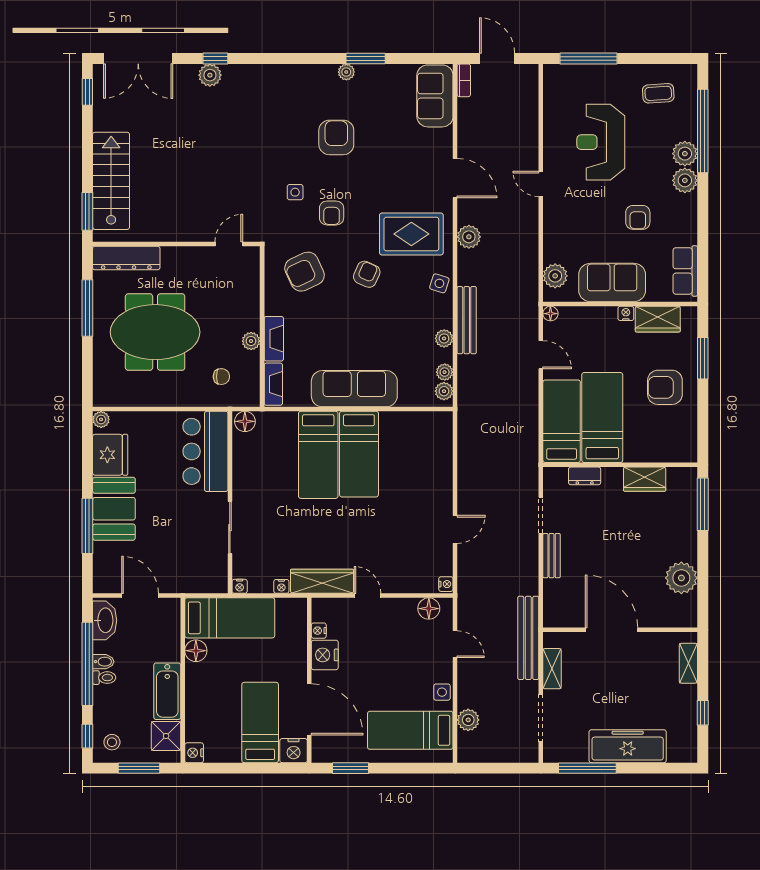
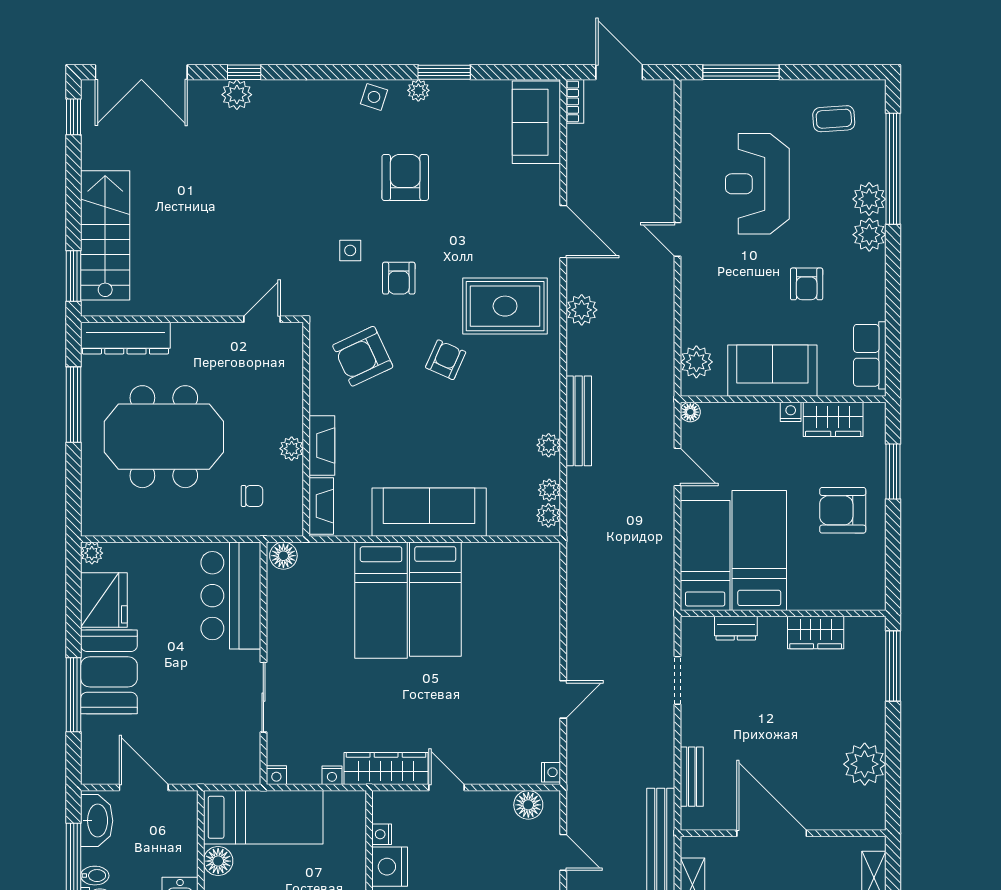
side table: (439, 283) -> (374, 97), moved
bench: (552, 556) -> (692, 777), moved

